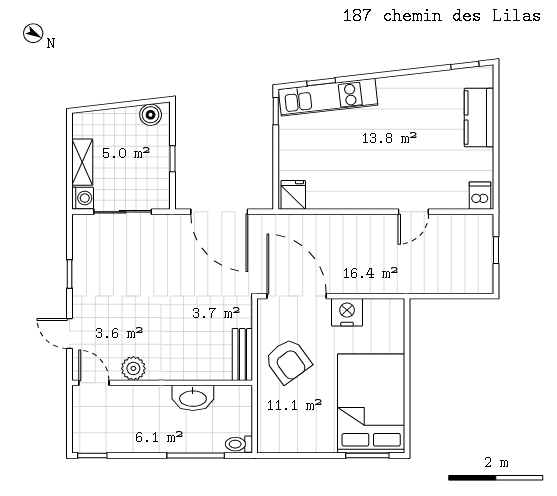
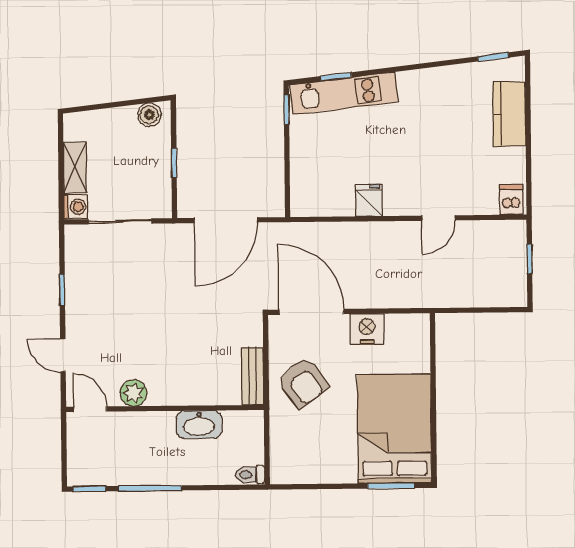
fridge: (293, 195) -> (369, 200), moved
door: (219, 212) -> (226, 220), hinge flipped
window: (196, 456) -> (150, 488), moved

